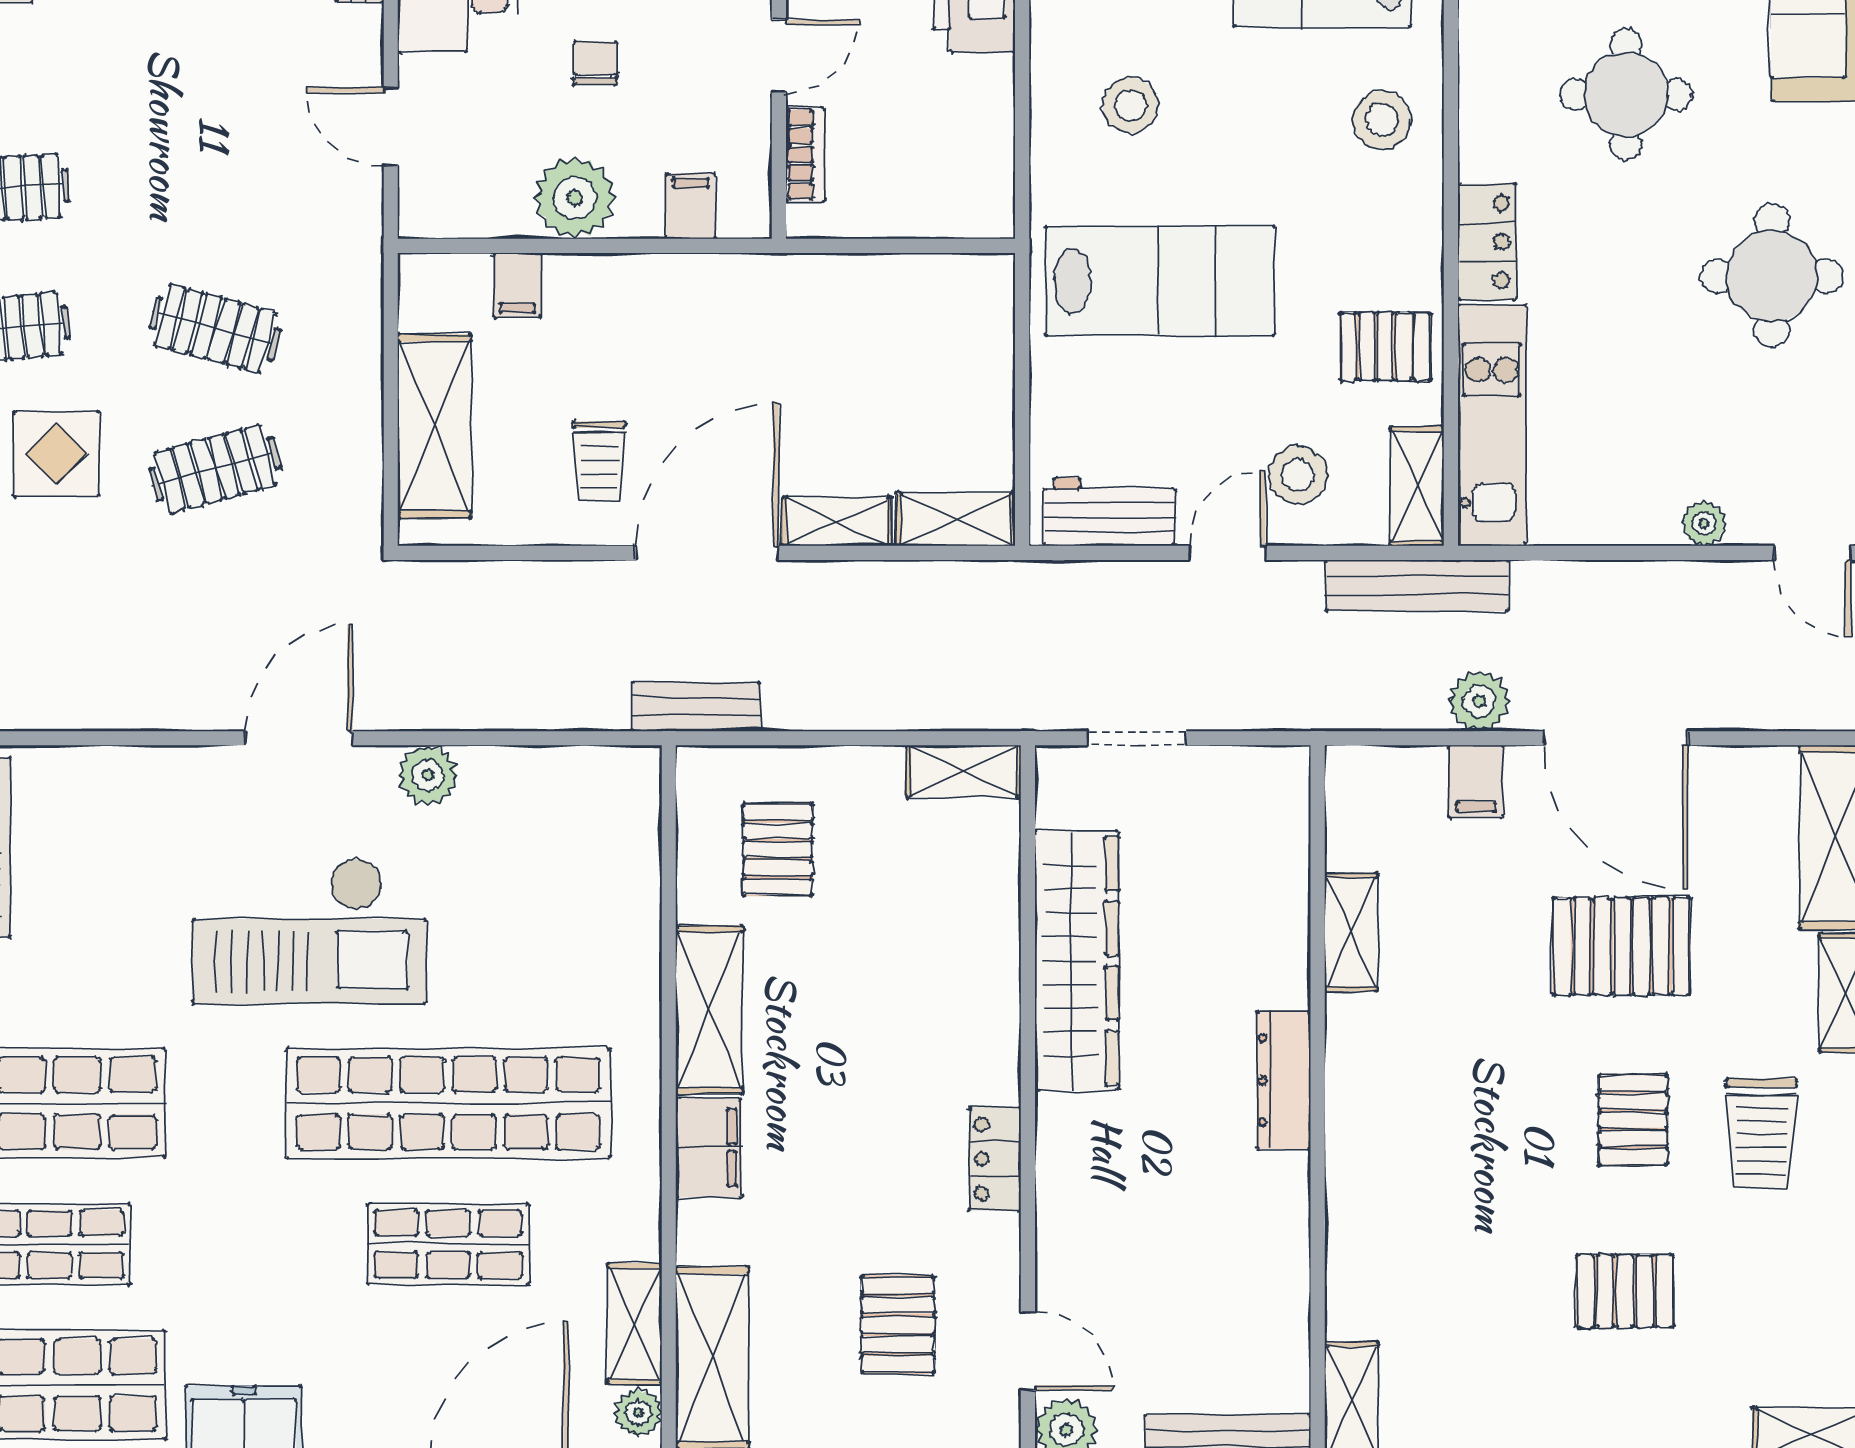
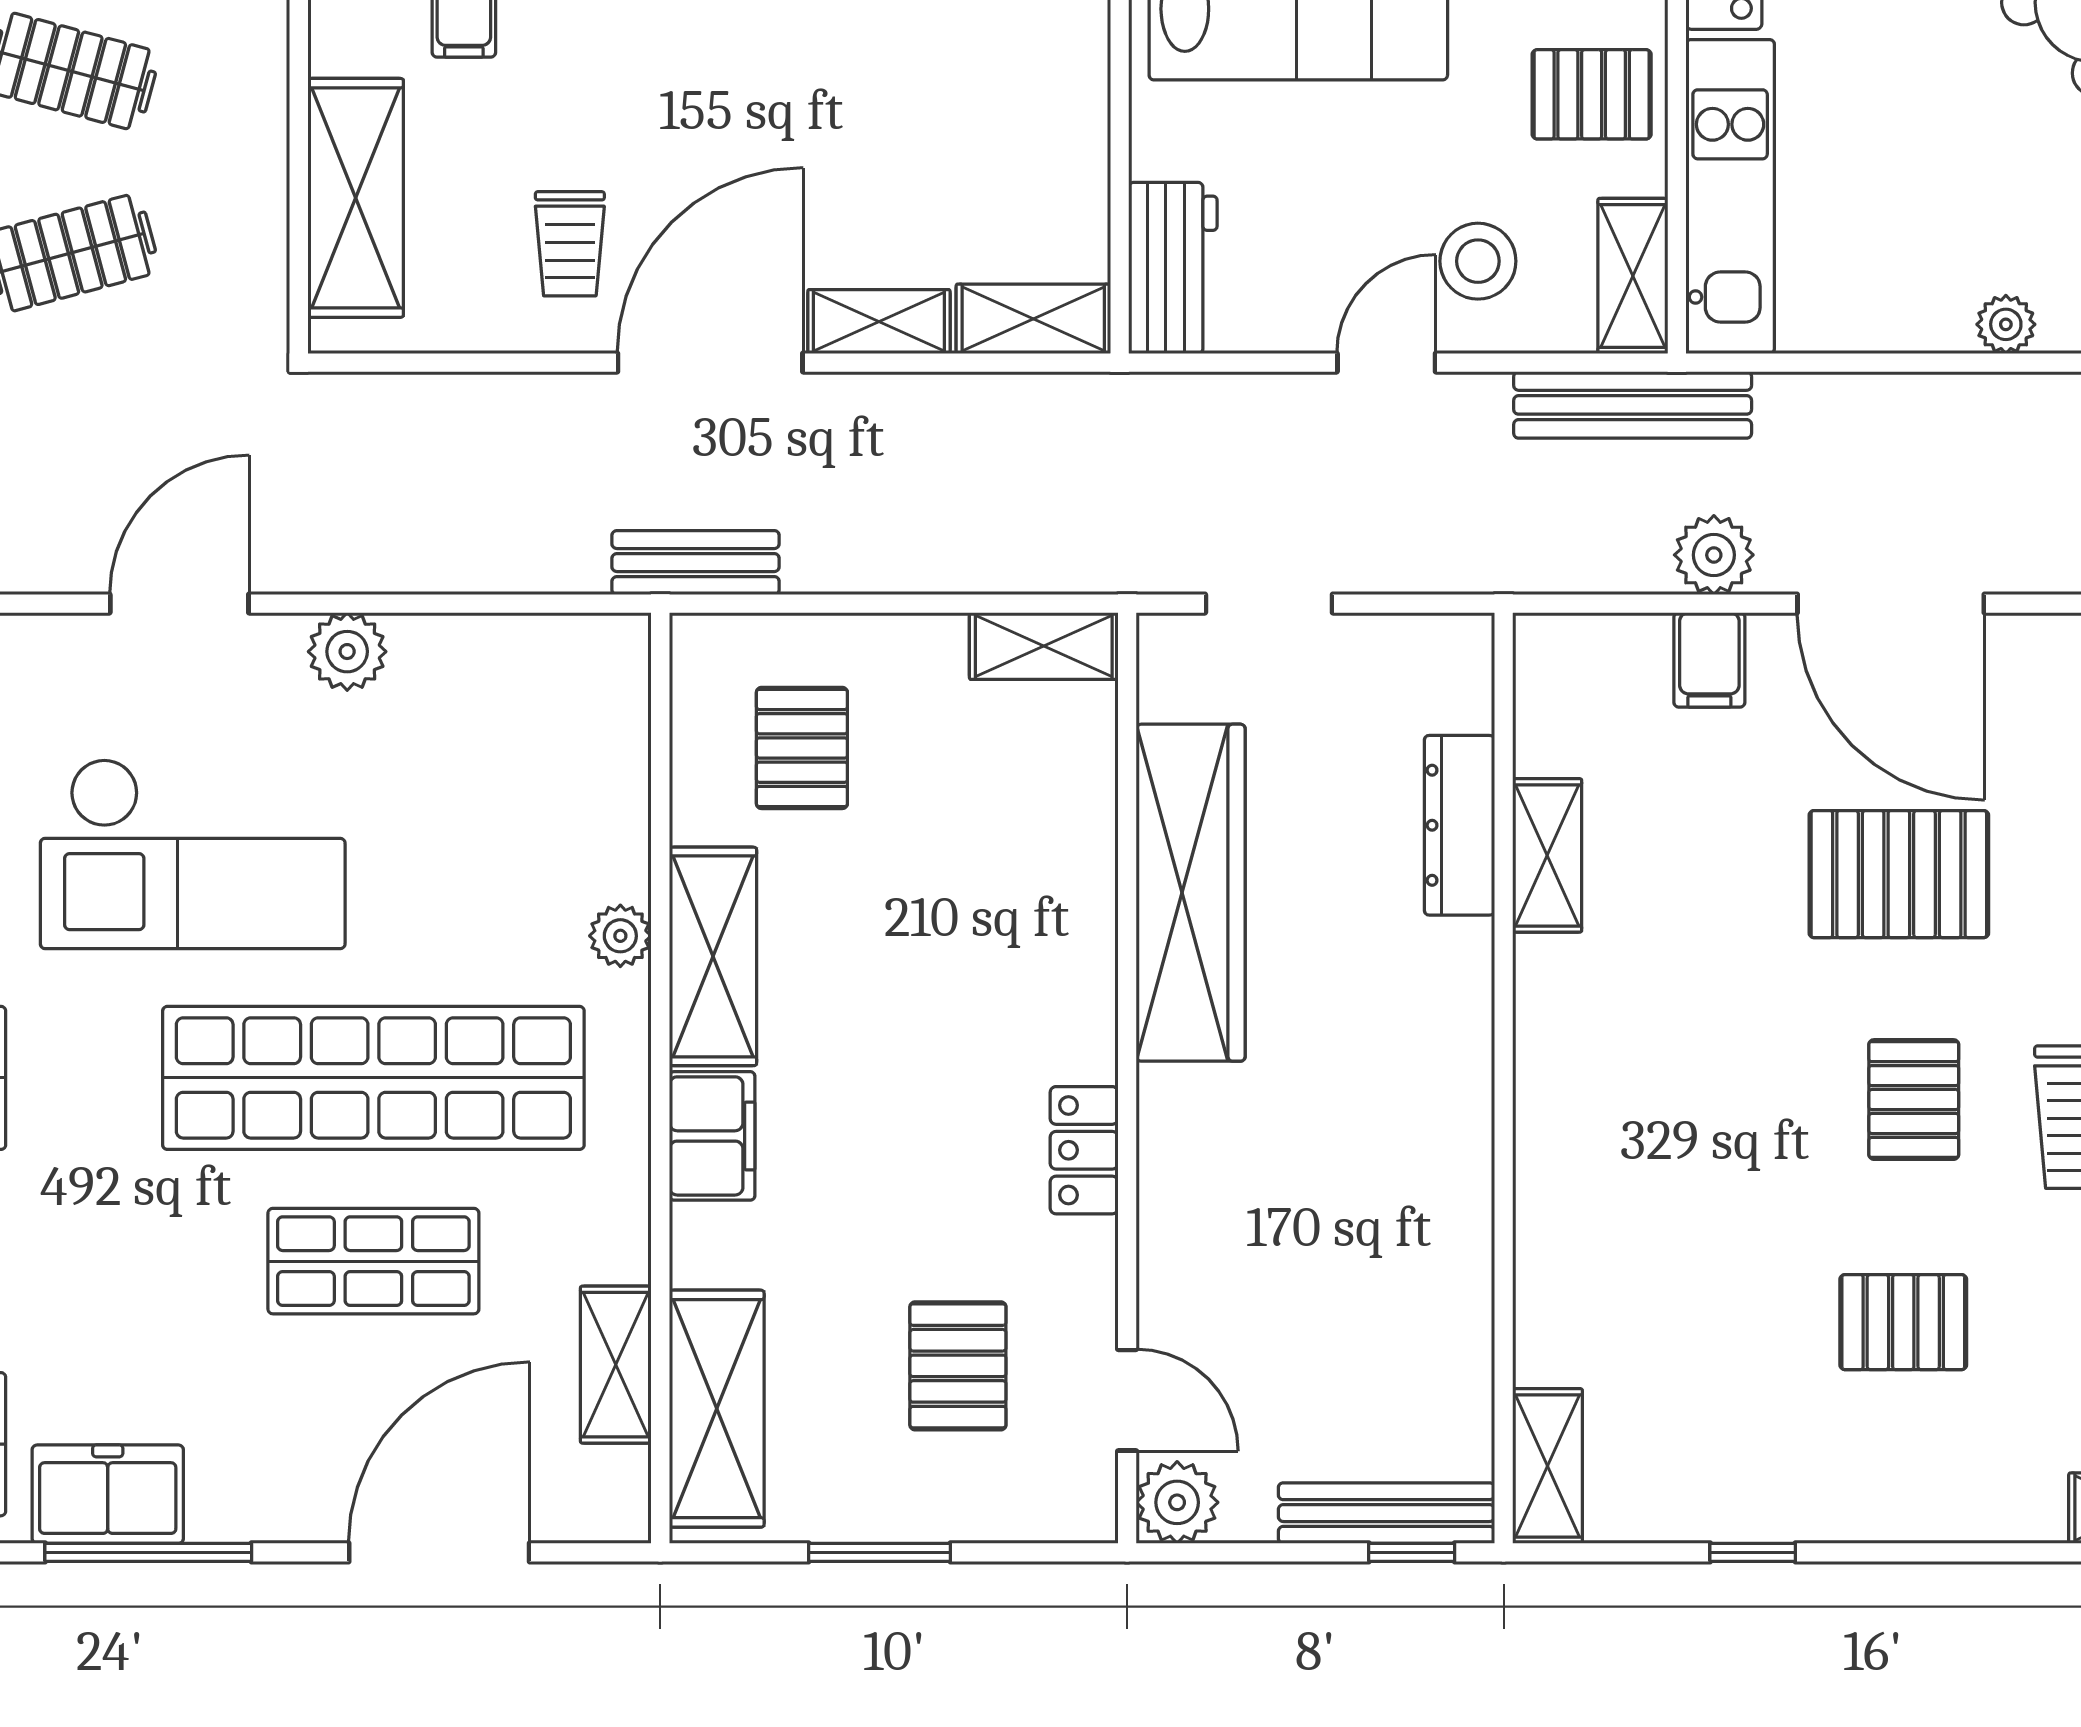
workbench: (1109, 512) -> (1173, 268), moved, turned 90
dresser: (1284, 1080) -> (1459, 825), moved
plant: (638, 1413) -> (620, 936), moved

